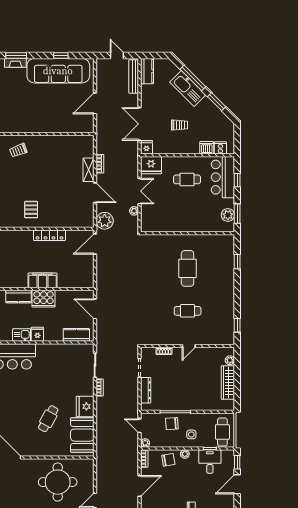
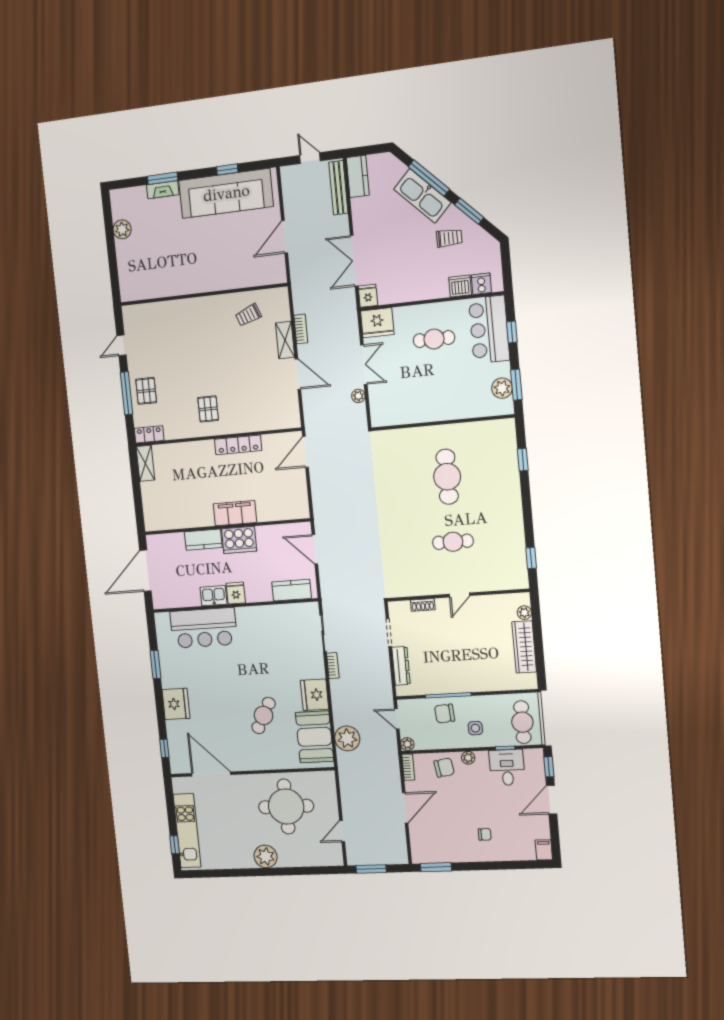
trolley: (179, 125) -> (449, 238), moved
trolley: (18, 150) -> (248, 315), moved
plant: (105, 221) -> (347, 738), moved

